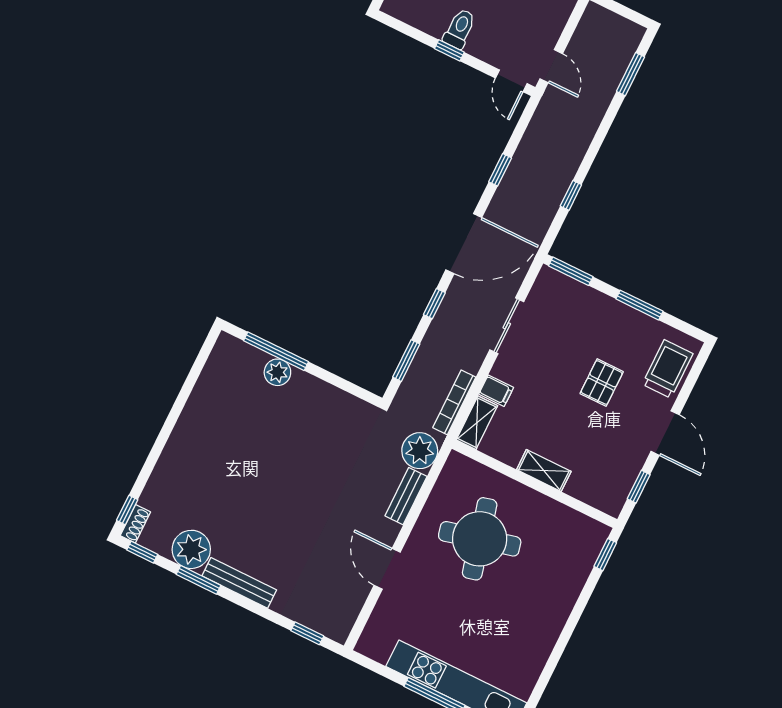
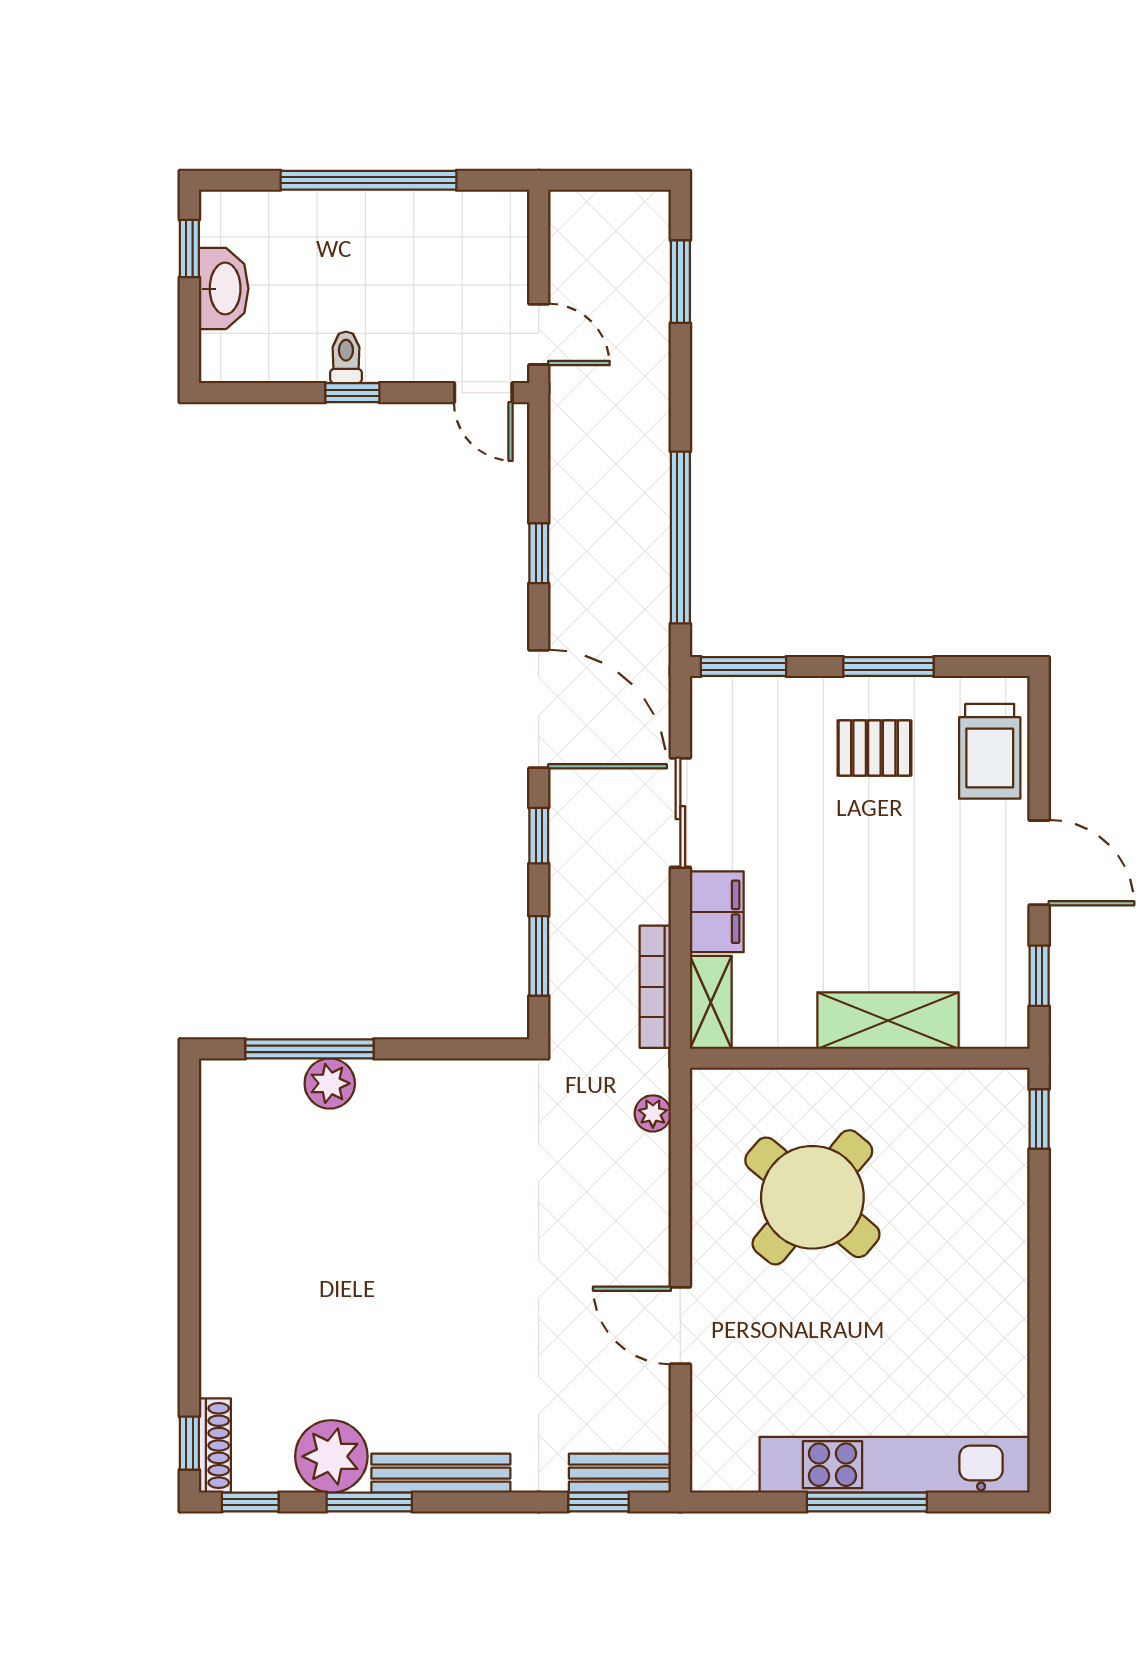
toilet: (460, 29) -> (346, 357), width x0.73, depth x0.72
window: (571, 195) -> (680, 537), width x3.17
door: (464, 244) -> (539, 709), hinge flipped
trolley: (668, 369) -> (990, 751), turned 180
pallet: (602, 383) -> (874, 748), moved, turned 90
filing cabinet: (496, 391) -> (717, 912), width x2.00
plant: (420, 451) -> (653, 1113), width x0.53, depth x0.53
shelving: (544, 471) -> (888, 1021), width x1.50, depth x1.33
bench: (406, 496) -> (620, 1473), moved, turned 90
shoe rack: (135, 524) -> (215, 1445), width x1.43
round table: (480, 539) -> (812, 1197), turned -36

